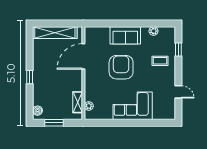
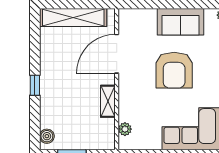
armchair: (121, 67) -> (174, 70), turned 180
shelving: (78, 102) -> (108, 101), moved

